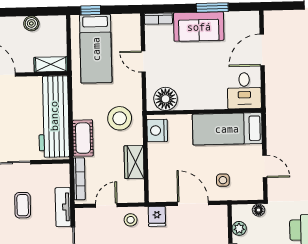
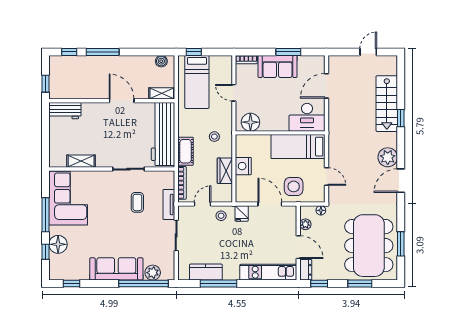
boiler: (31, 23) -> (161, 61), moved
desk: (244, 91) -> (307, 117), width x1.37
stool: (120, 118) -> (214, 137), width x0.53, depth x0.53
nightstand: (157, 131) -> (243, 166), moved
side table: (223, 180) -> (294, 186), width x1.87, depth x1.87

